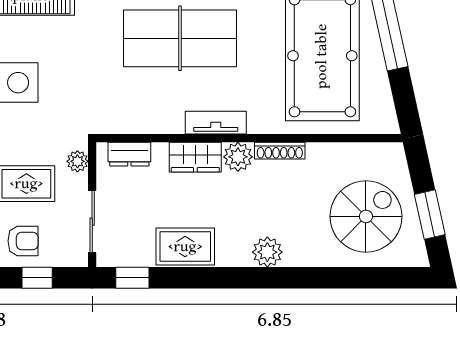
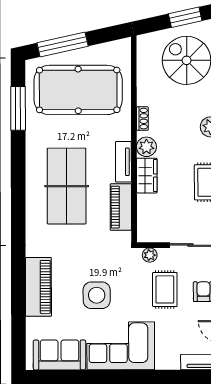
piano: (149, 119) -> (121, 207), added
shoe rack: (280, 151) -> (142, 119), width x0.70
dresser: (129, 154) -> (145, 220), removed

